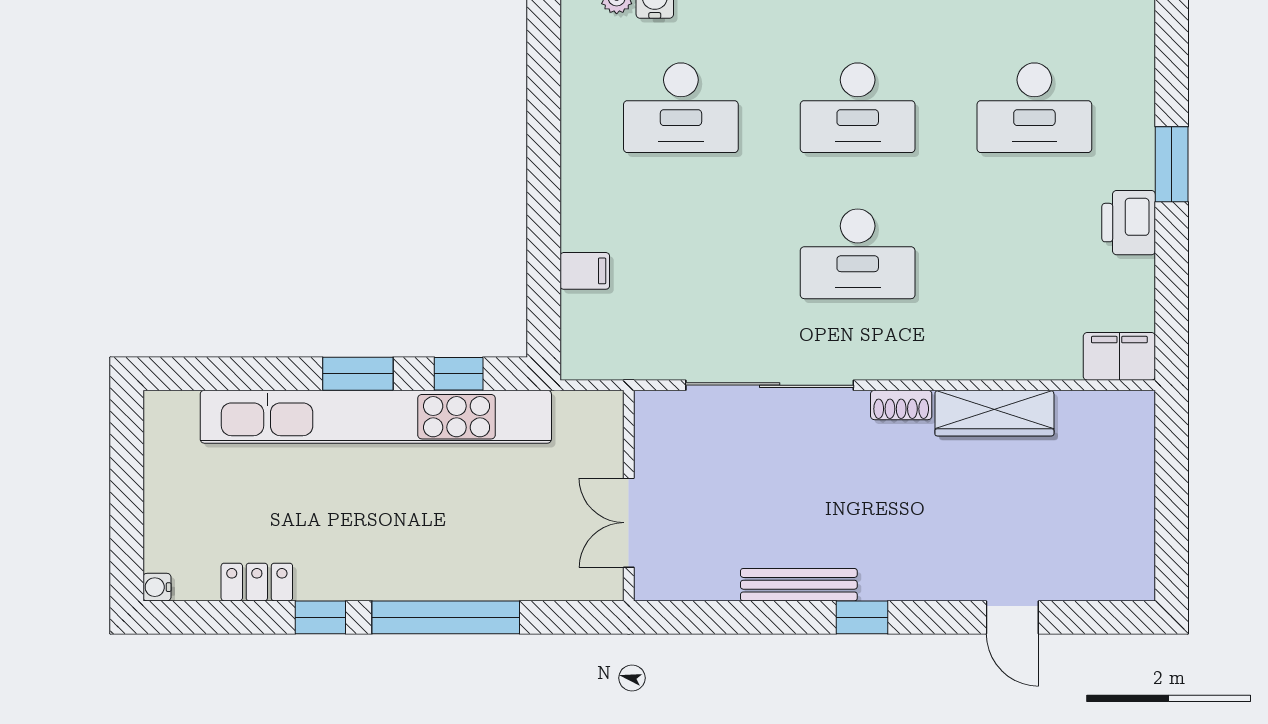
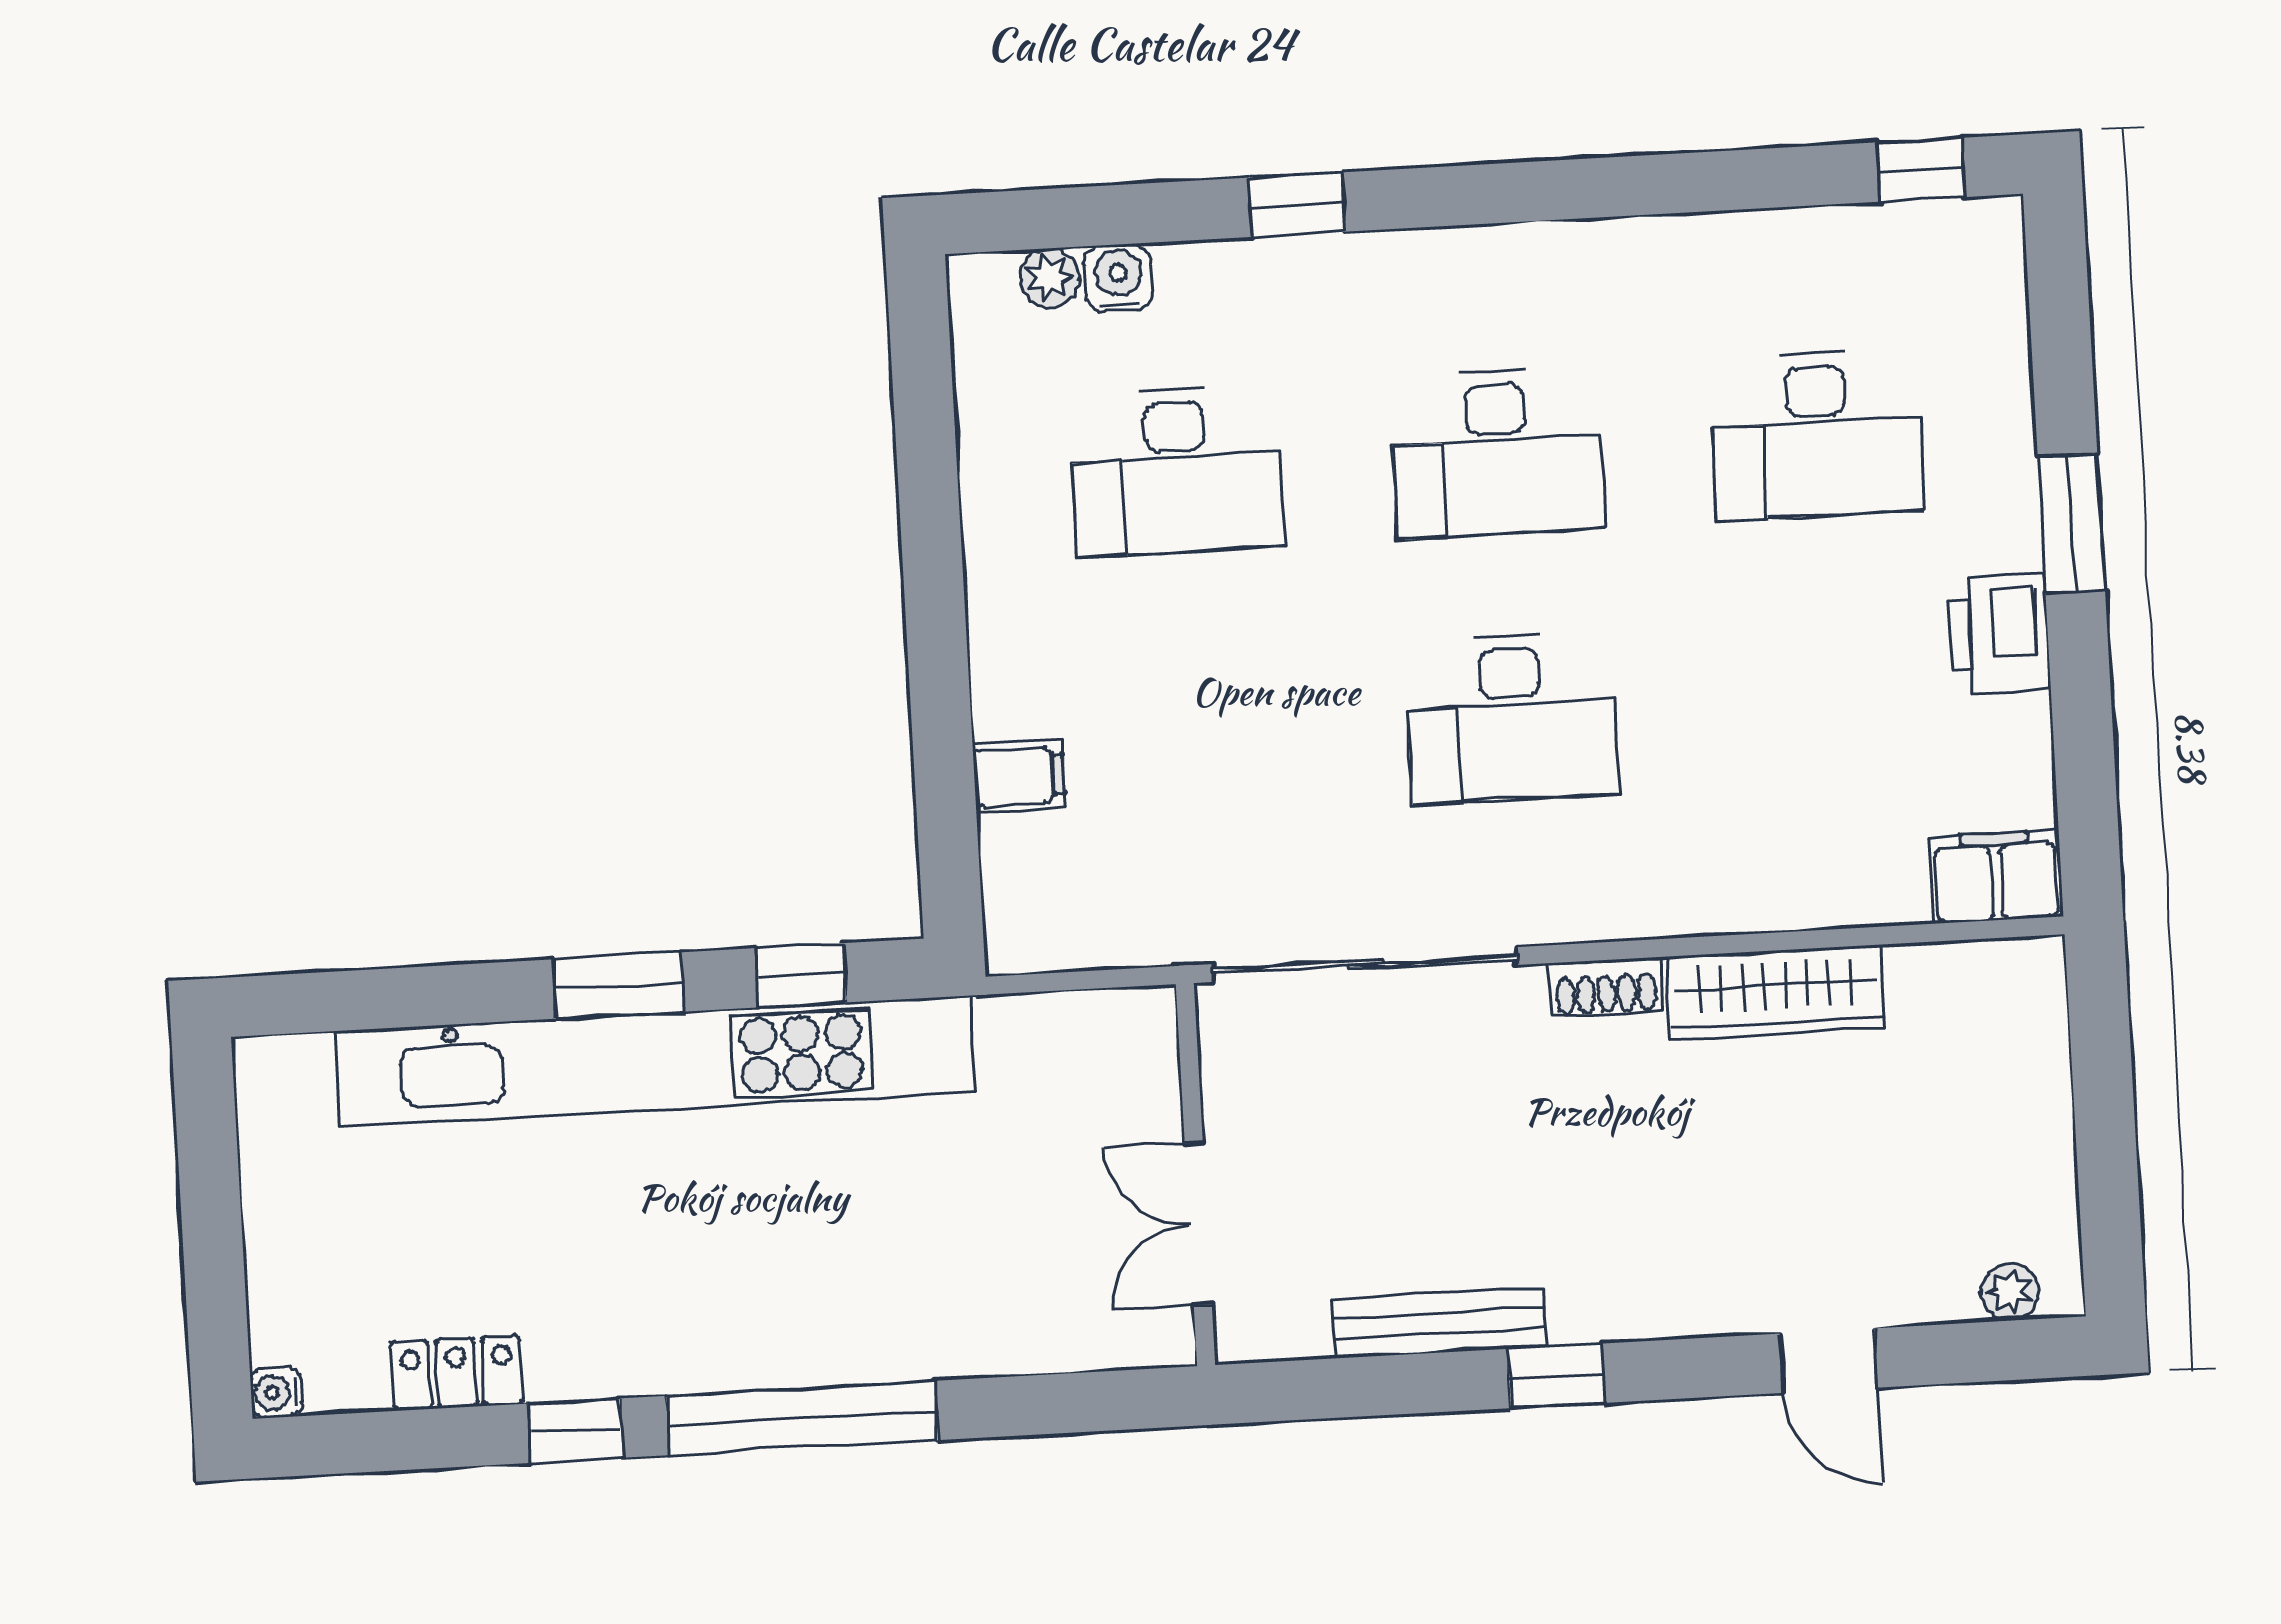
wall: (629, 496) -> (1195, 1175), moved
double door: (629, 523) -> (1198, 1224), moved
plant: (1114, 585) -> (2009, 1292), added

